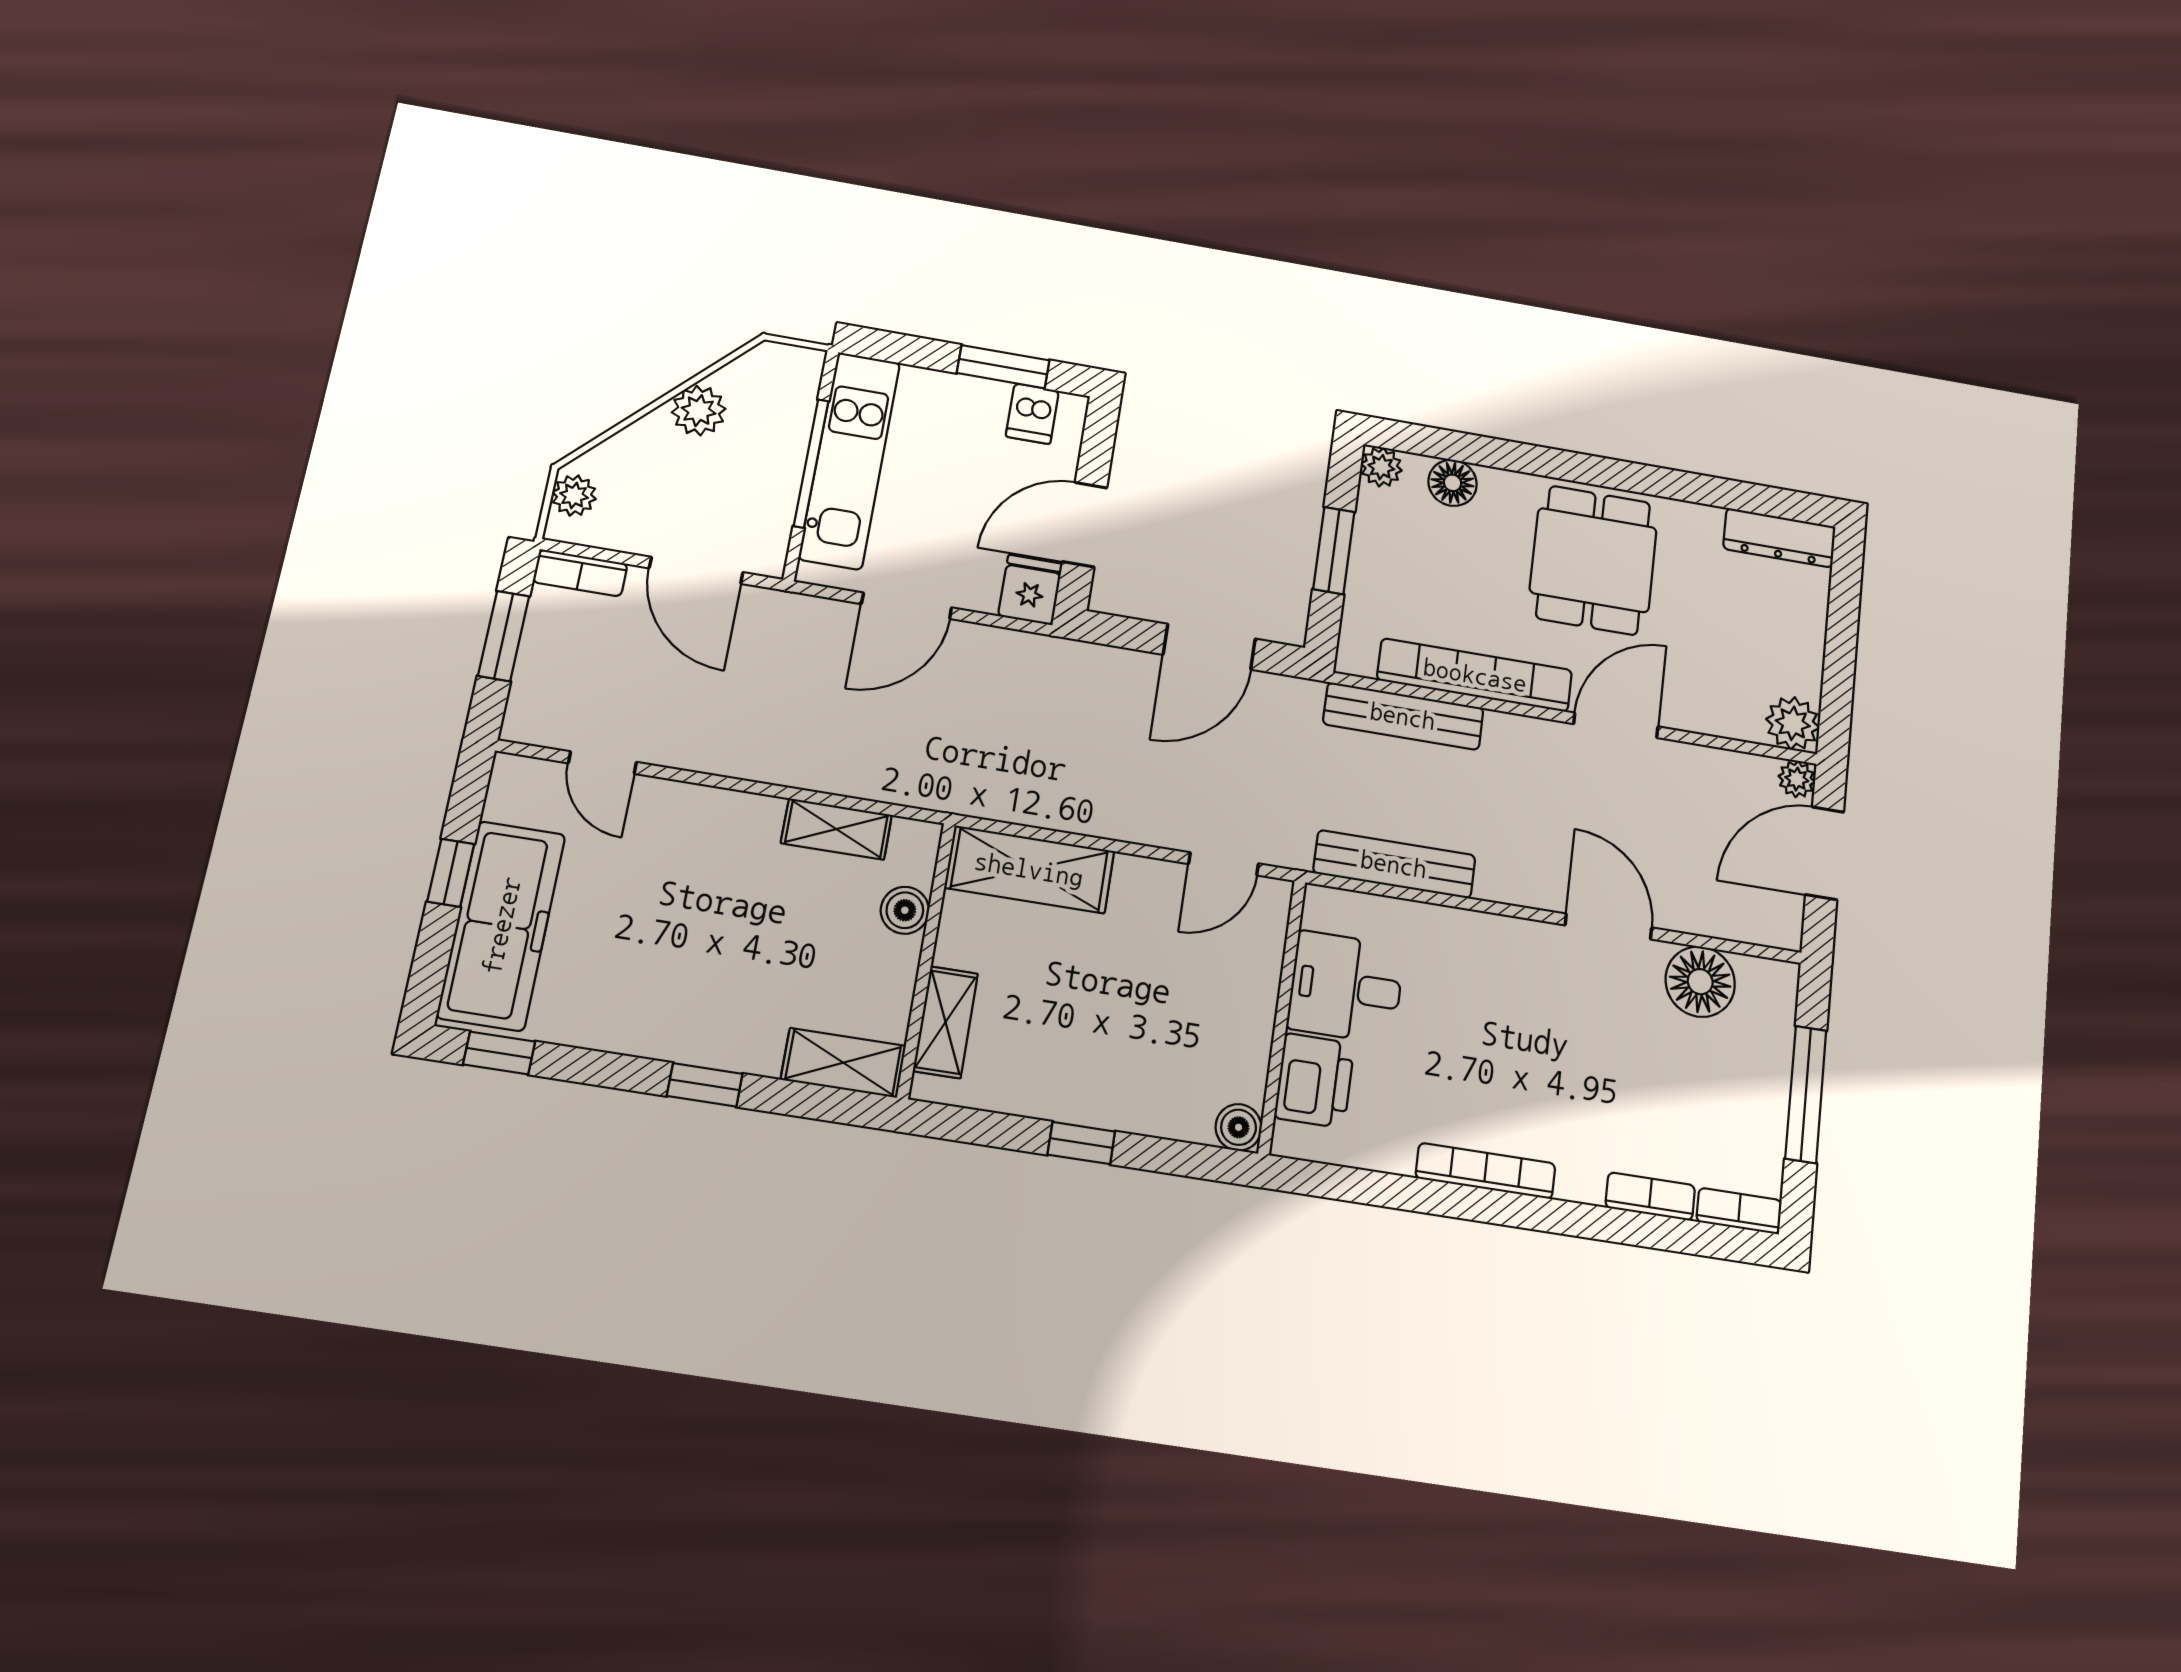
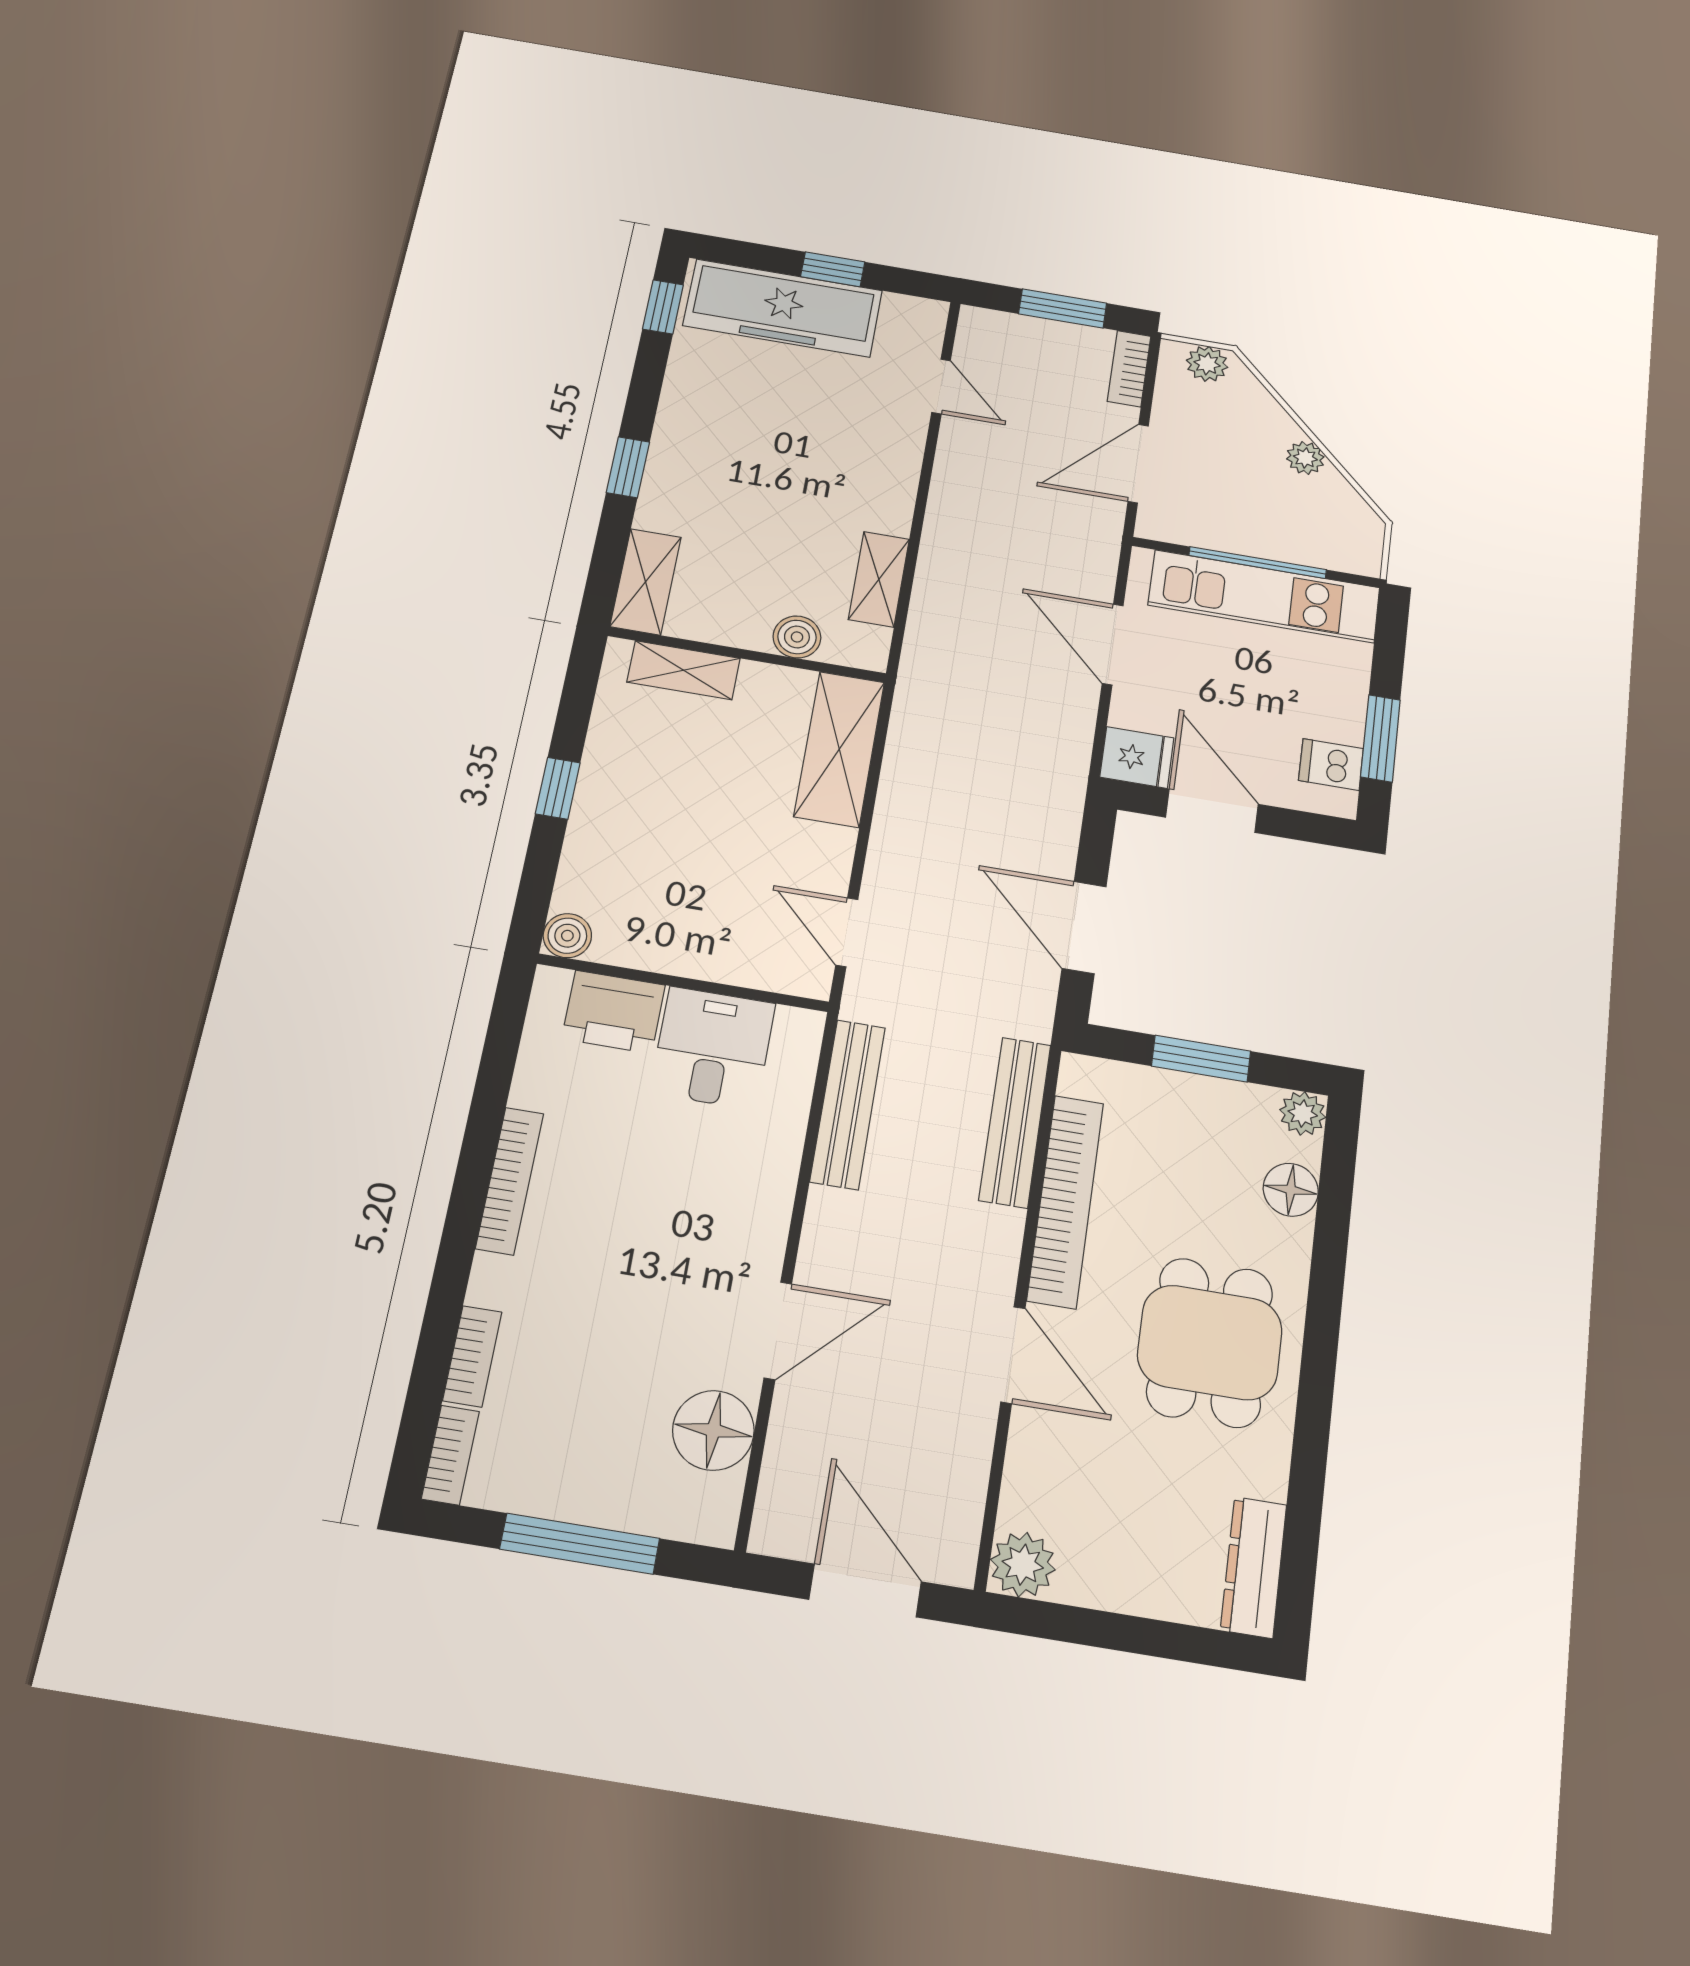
plant: (699, 411) -> (1305, 458), width x0.73, depth x0.73
dining table: (1593, 560) -> (1210, 1342), turned 90
door: (602, 763) -> (941, 386), swing flipped
plant: (1797, 779) -> (955, 1564), removed

